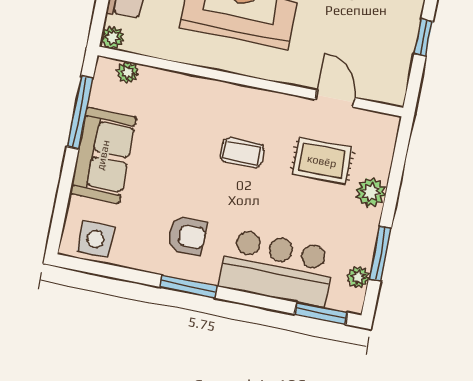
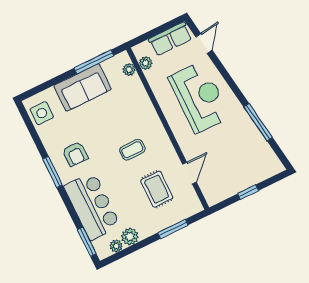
plant: (113, 38) -> (146, 63), moved
coffee table: (242, 153) -> (132, 150), turned 90
plant: (371, 192) -> (130, 237), moved
window: (380, 253) -> (173, 229), moved

